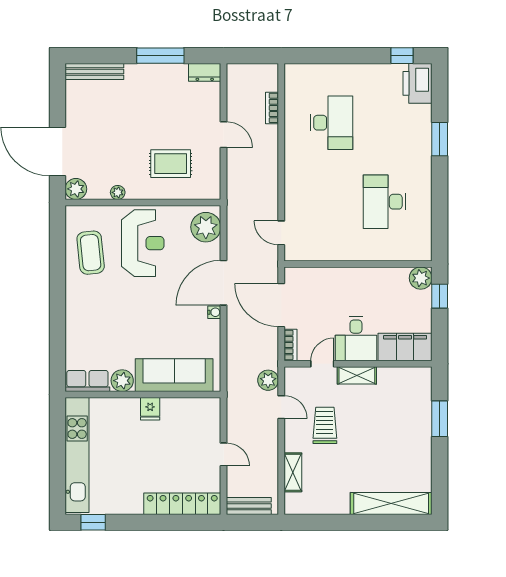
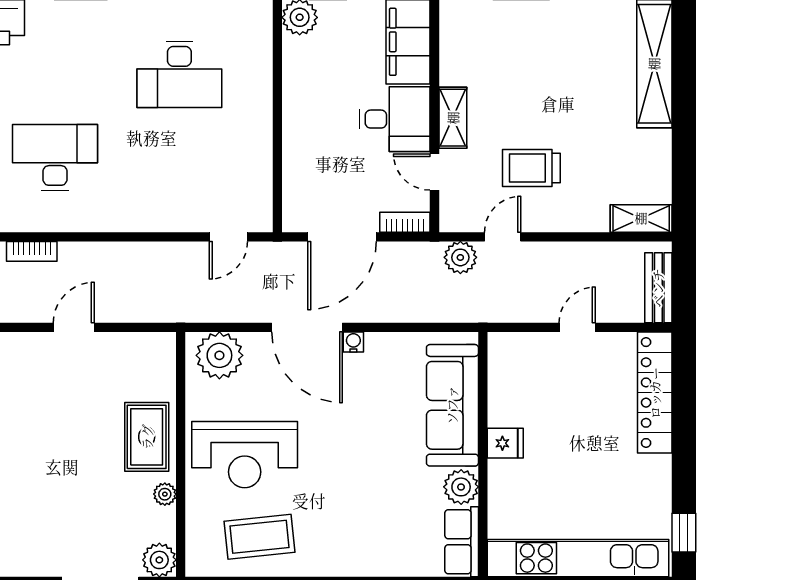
rug: (171, 164) -> (147, 437), moved
reception desk: (143, 243) -> (245, 455), turned 180
shelving: (293, 472) -> (641, 218), moved

